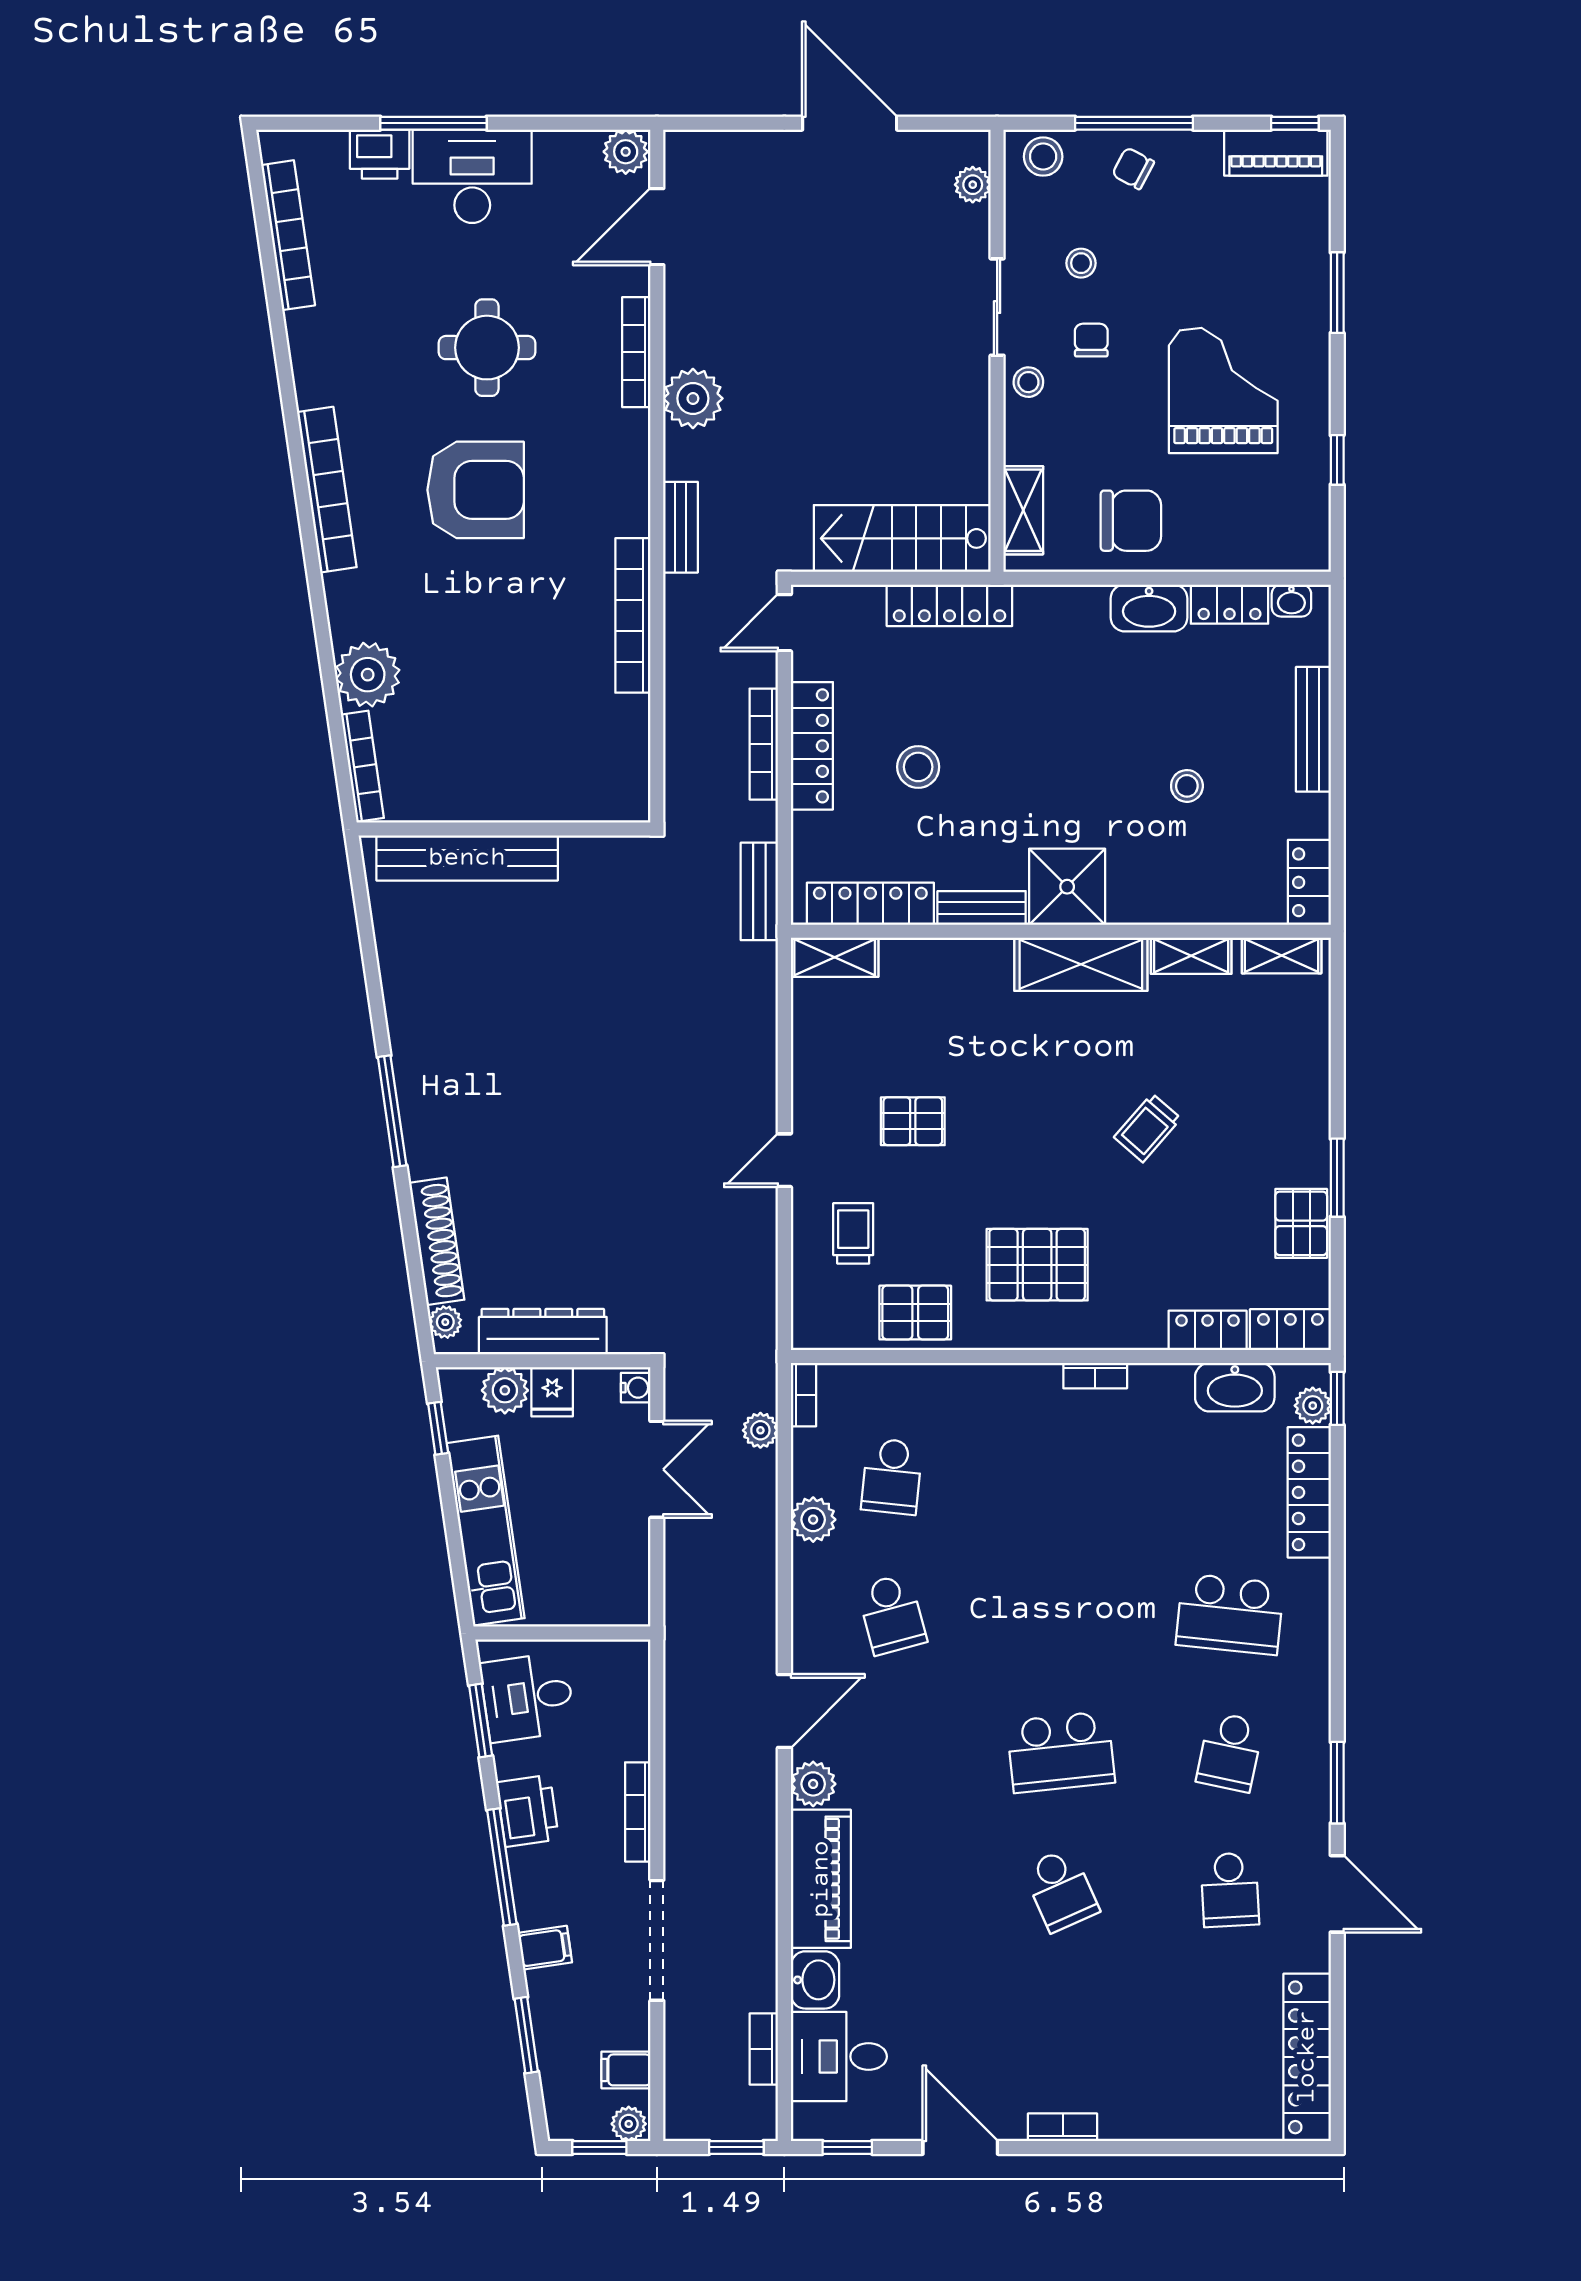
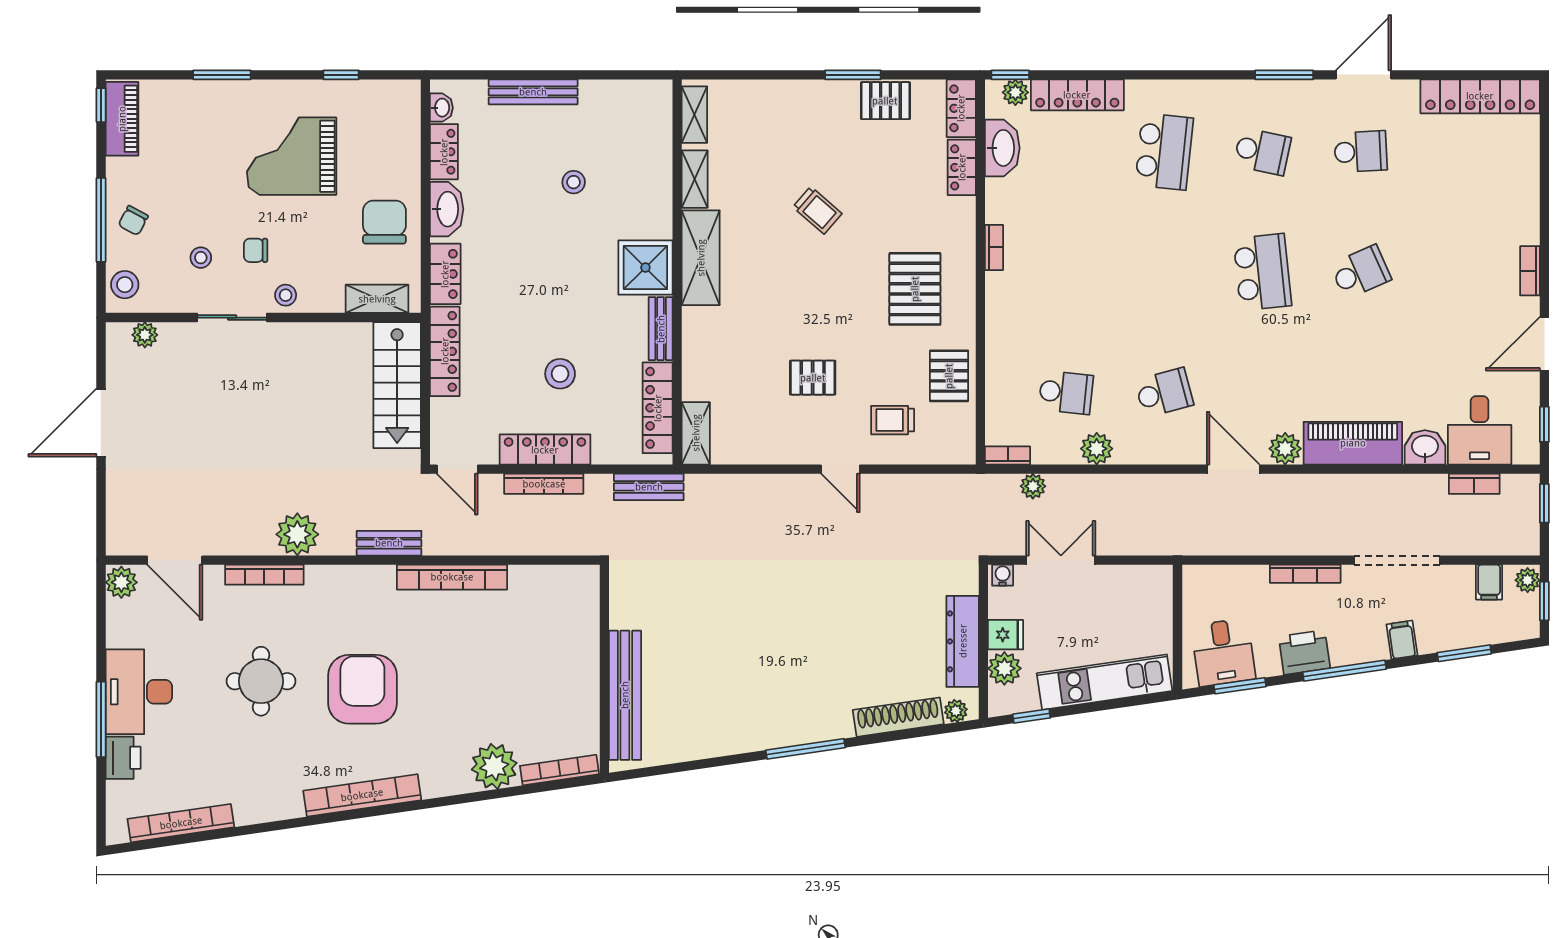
locker: (1309, 882) -> (445, 274), moved, turned -90
pallet: (913, 1121) -> (813, 378), turned 90

